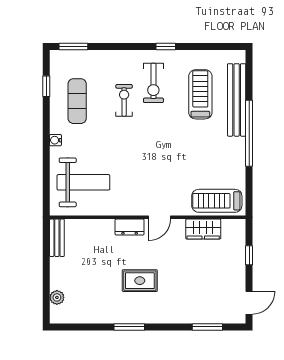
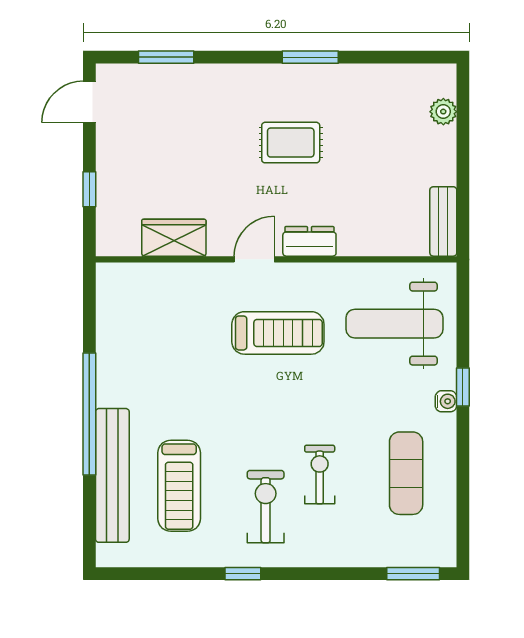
window: (46, 86) -> (463, 387), moved
exercise bike: (124, 100) -> (320, 475), turned 180
treadmill: (217, 201) -> (278, 333), moved

